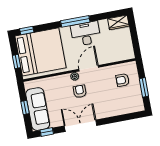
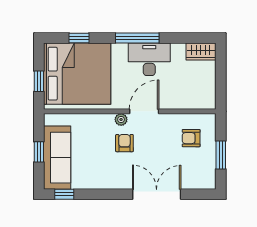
window: (27, 30) -> (79, 38), moved
double door: (81, 126) -> (157, 194), moved

